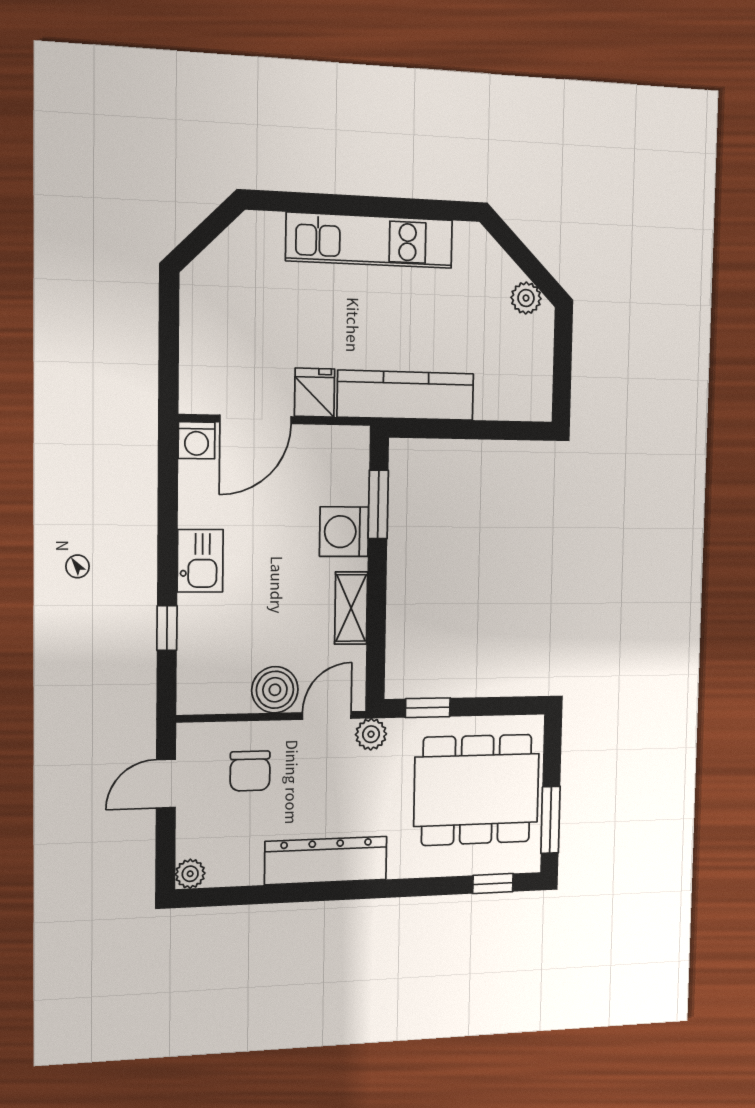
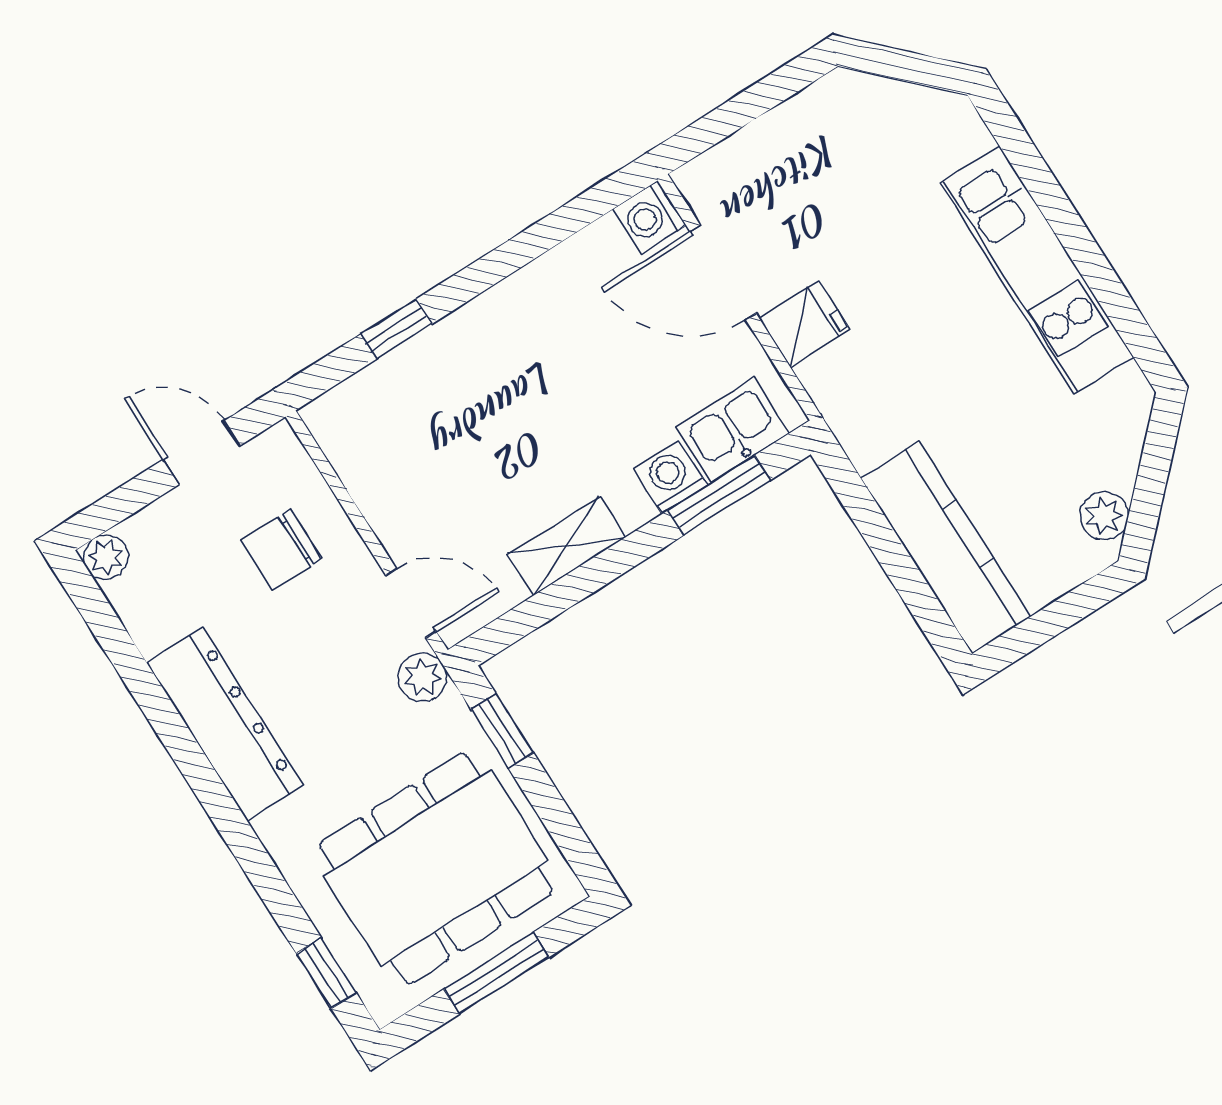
kitchen counter: (406, 395) -> (946, 548), moved
washing machine: (344, 532) -> (671, 477), width x0.73, depth x0.73
kitchen sink: (200, 561) -> (732, 430), moved, turned 180
boiler: (275, 690) -> (403, 515), removed
dining table: (477, 790) -> (436, 868), turned 90
window: (550, 820) -> (496, 973), moved

